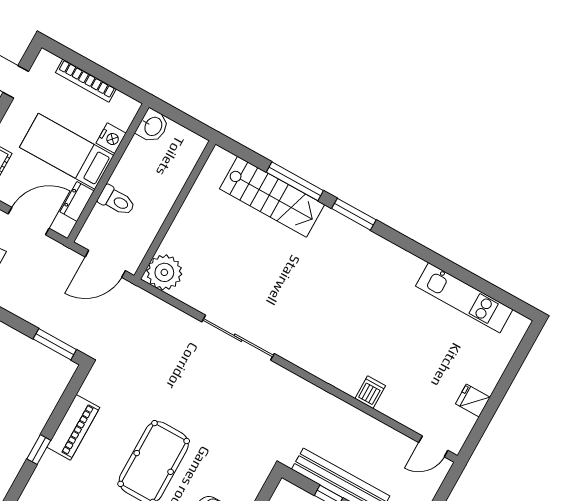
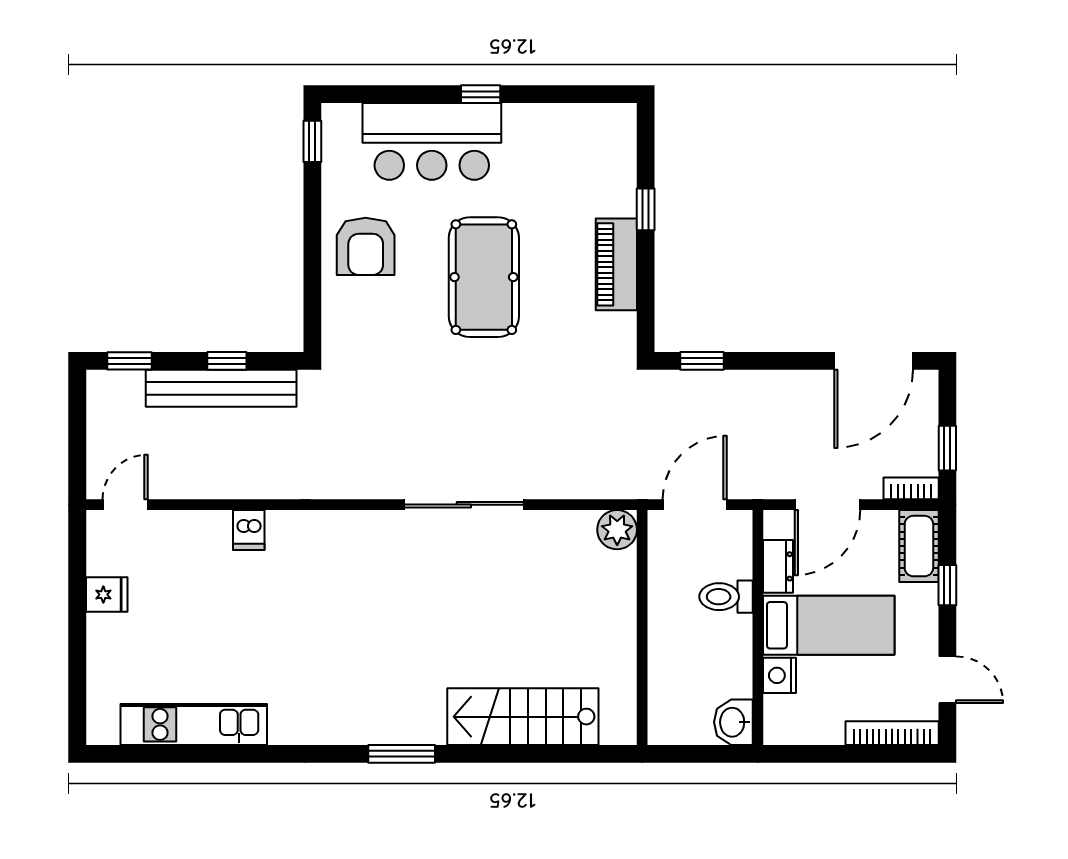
bookcase: (86, 81) -> (892, 733), moved
window: (295, 181) -> (504, 754), removed
plant: (164, 272) -> (617, 530), width x0.73, depth x0.73
window: (55, 344) -> (702, 361), width x0.67

